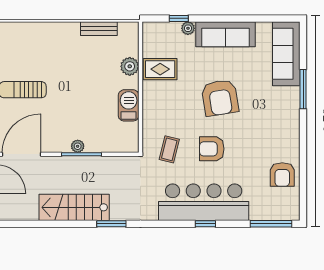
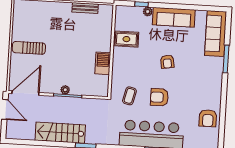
plant: (130, 66) -> (105, 36), removed
armchair: (220, 98) -> (167, 62), width x0.53, depth x0.53

